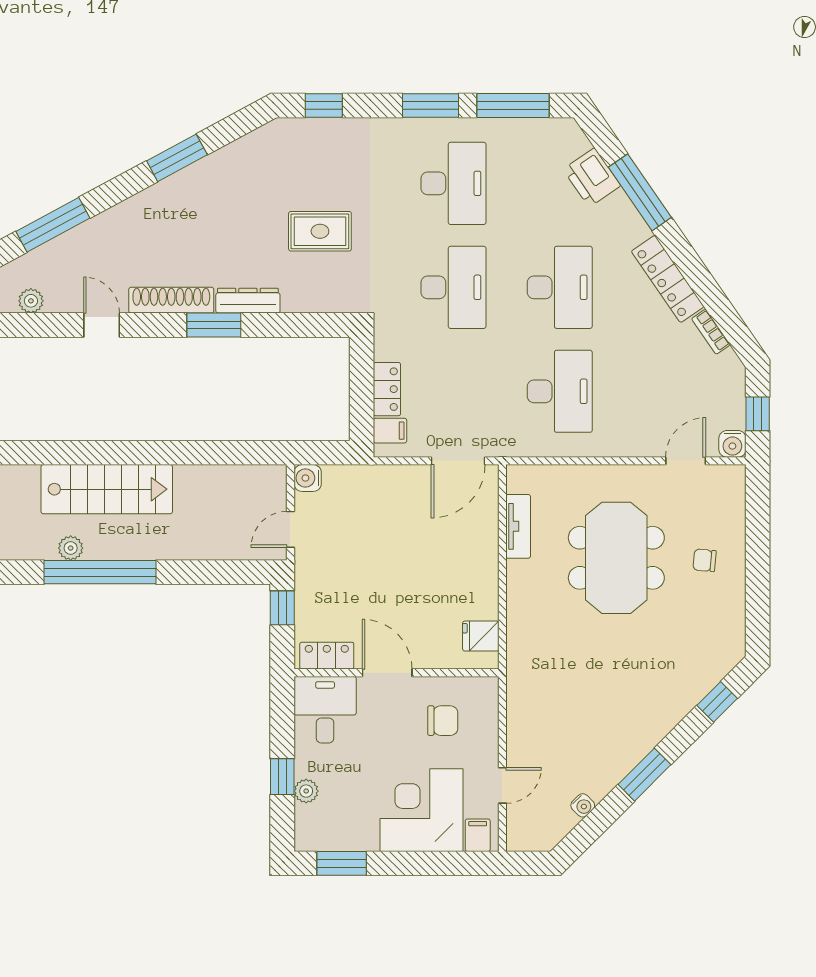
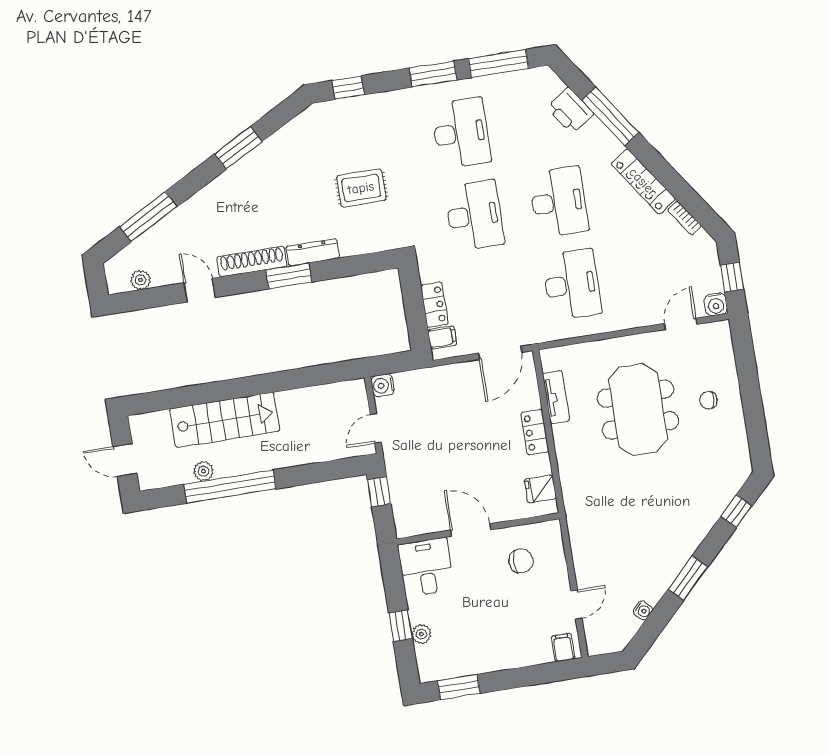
locker: (327, 656) -> (535, 432), moved, turned -90
corner desk: (422, 810) -> (515, 635), removed

